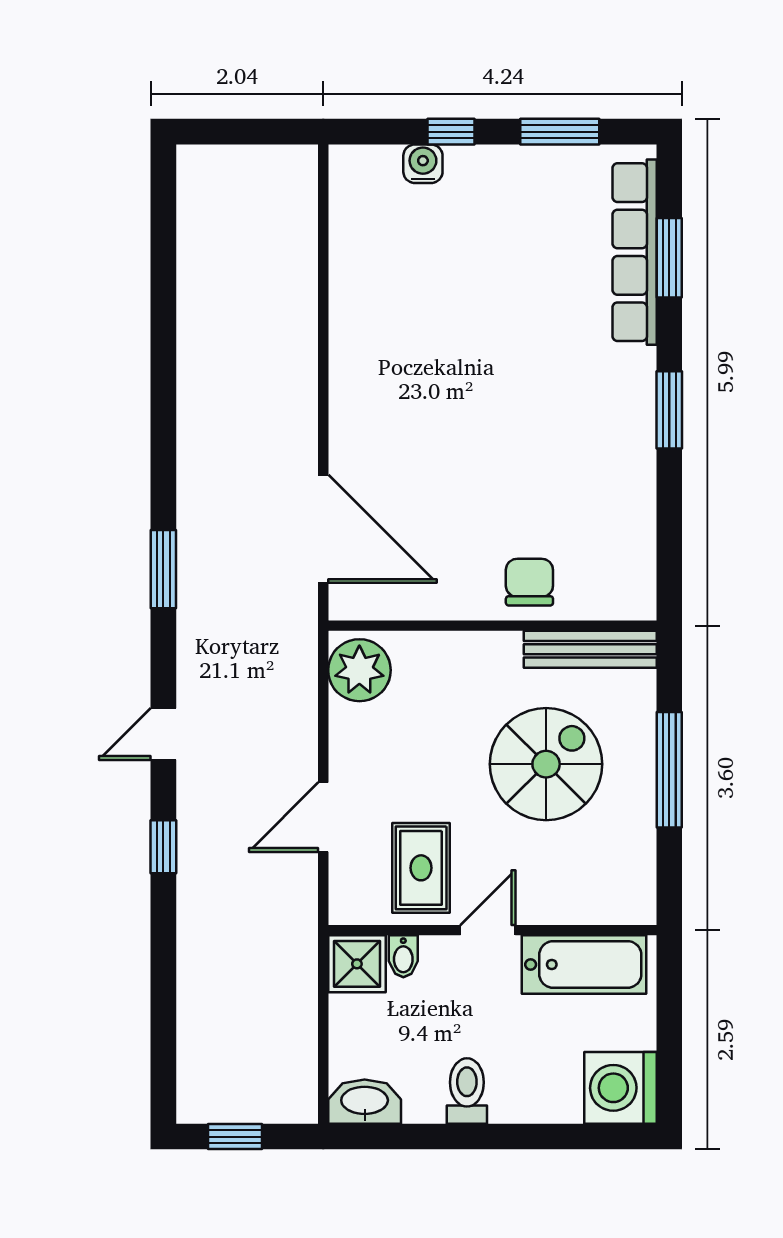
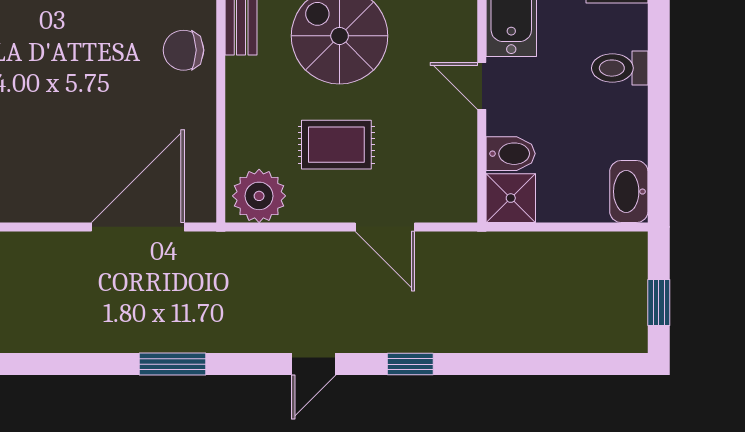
door: (163, 734) -> (314, 364), hinge flipped
rug: (421, 868) -> (336, 145), moved
bidet: (403, 956) -> (511, 154), width x1.38, depth x1.36
toilet: (467, 1091) -> (620, 68), moved

